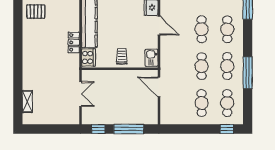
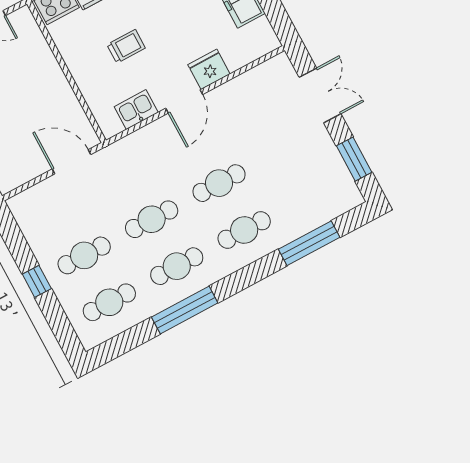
trolley: (122, 56) -> (126, 46), moved
kitchen sink: (151, 58) -> (136, 110), moved
door: (159, 87) -> (72, 162), hinge flipped
window: (227, 129) -> (37, 281), moved

